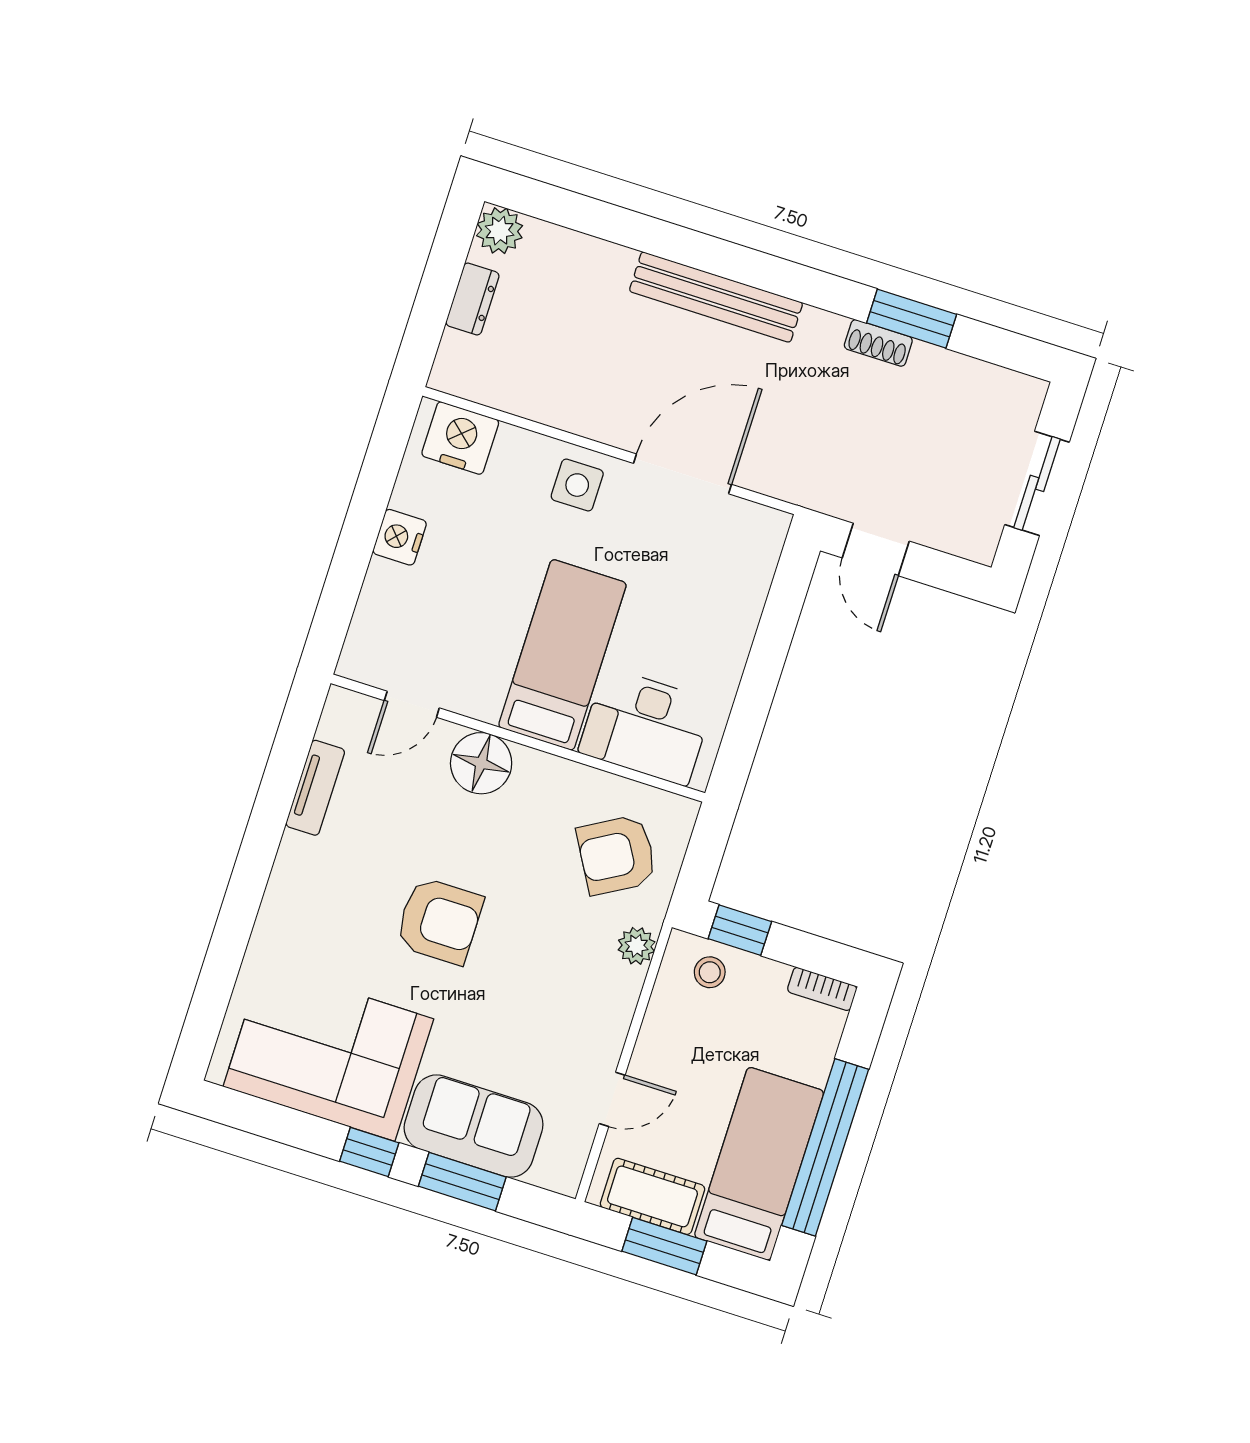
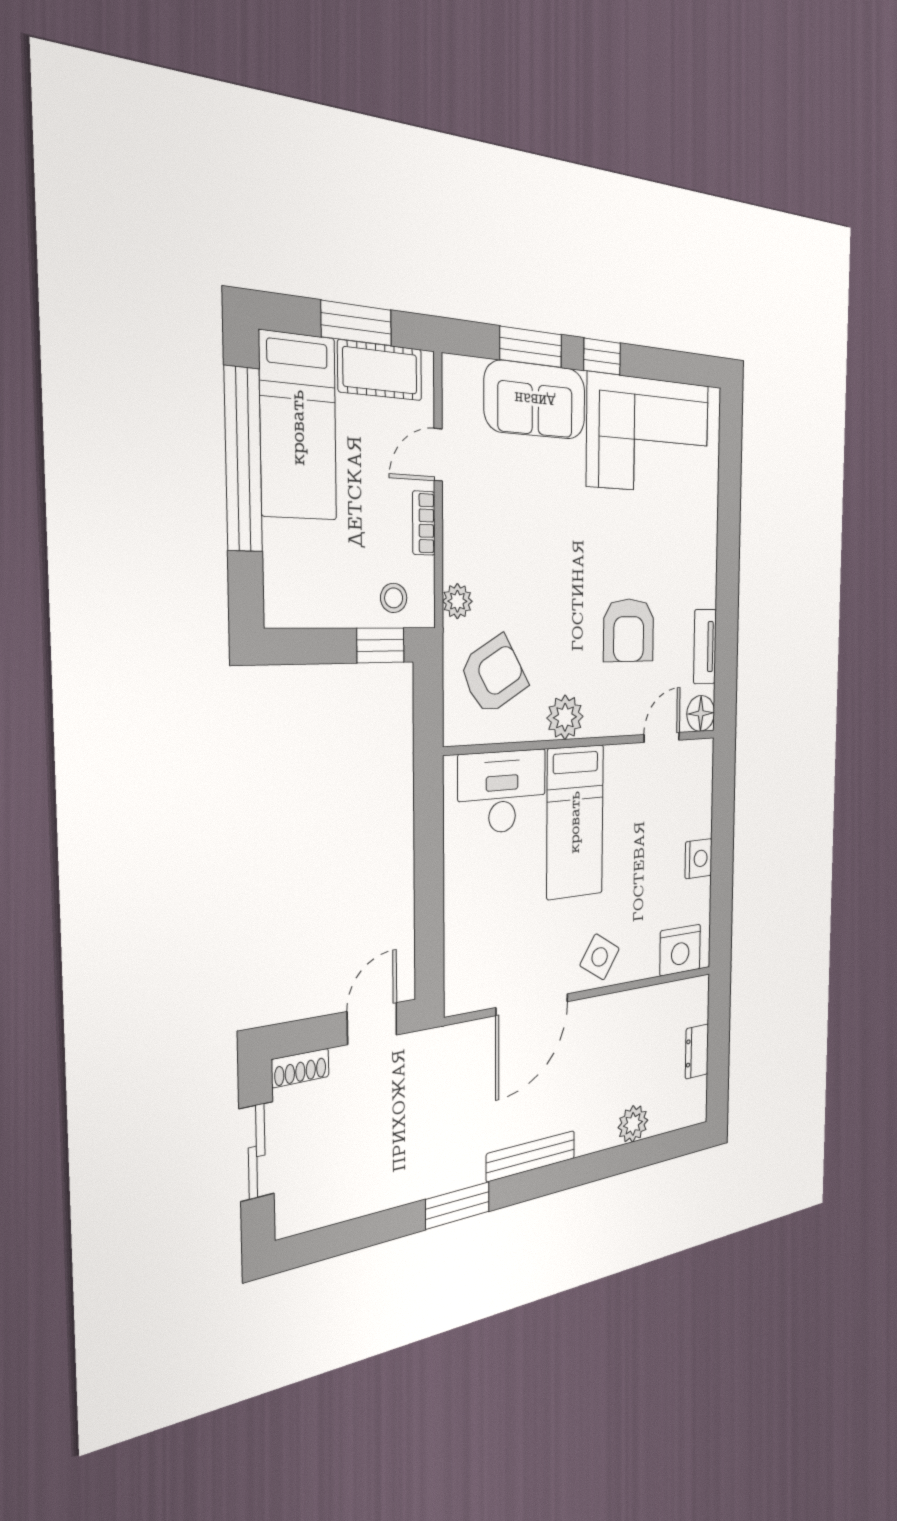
plant: (500, 231) -> (633, 1124), moved
bench: (716, 297) -> (531, 1156), width x0.73, depth x0.82
window: (912, 319) -> (458, 1206), moved
shoe rack: (878, 343) -> (300, 1068), moved, turned 180
side table: (577, 485) -> (600, 957), turned 33
door: (876, 550) -> (372, 1023), hinge flipped
floor lamp: (481, 763) -> (701, 713), moved, width x0.73, depth x0.73
plant: (540, 777) -> (565, 717), added
armchair: (439, 921) -> (629, 630), moved, turned -90
bookcase: (822, 989) -> (424, 523), moved, turned -90

